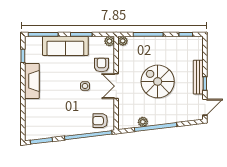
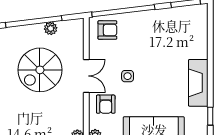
spiral stairs: (158, 81) -> (40, 70), moved, turned 90

